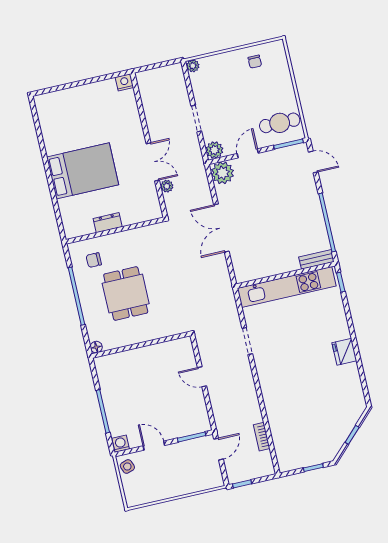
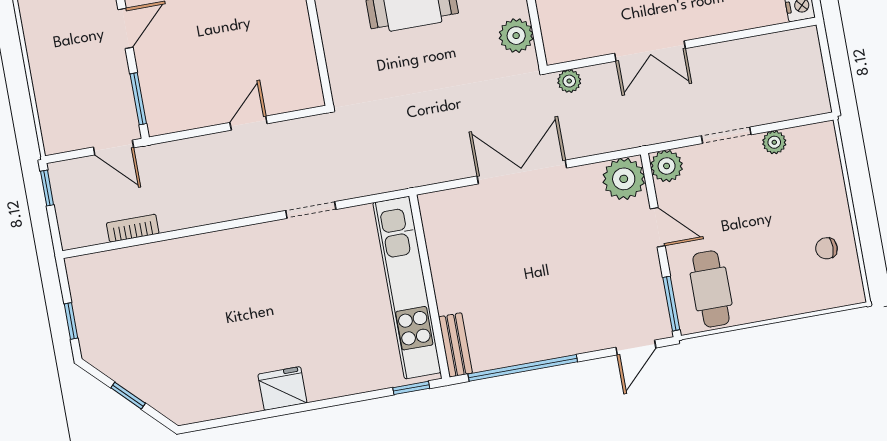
plant: (193, 66) -> (774, 142), moved
plant: (167, 186) -> (569, 81), moved
plant: (148, 235) -> (516, 36), added

